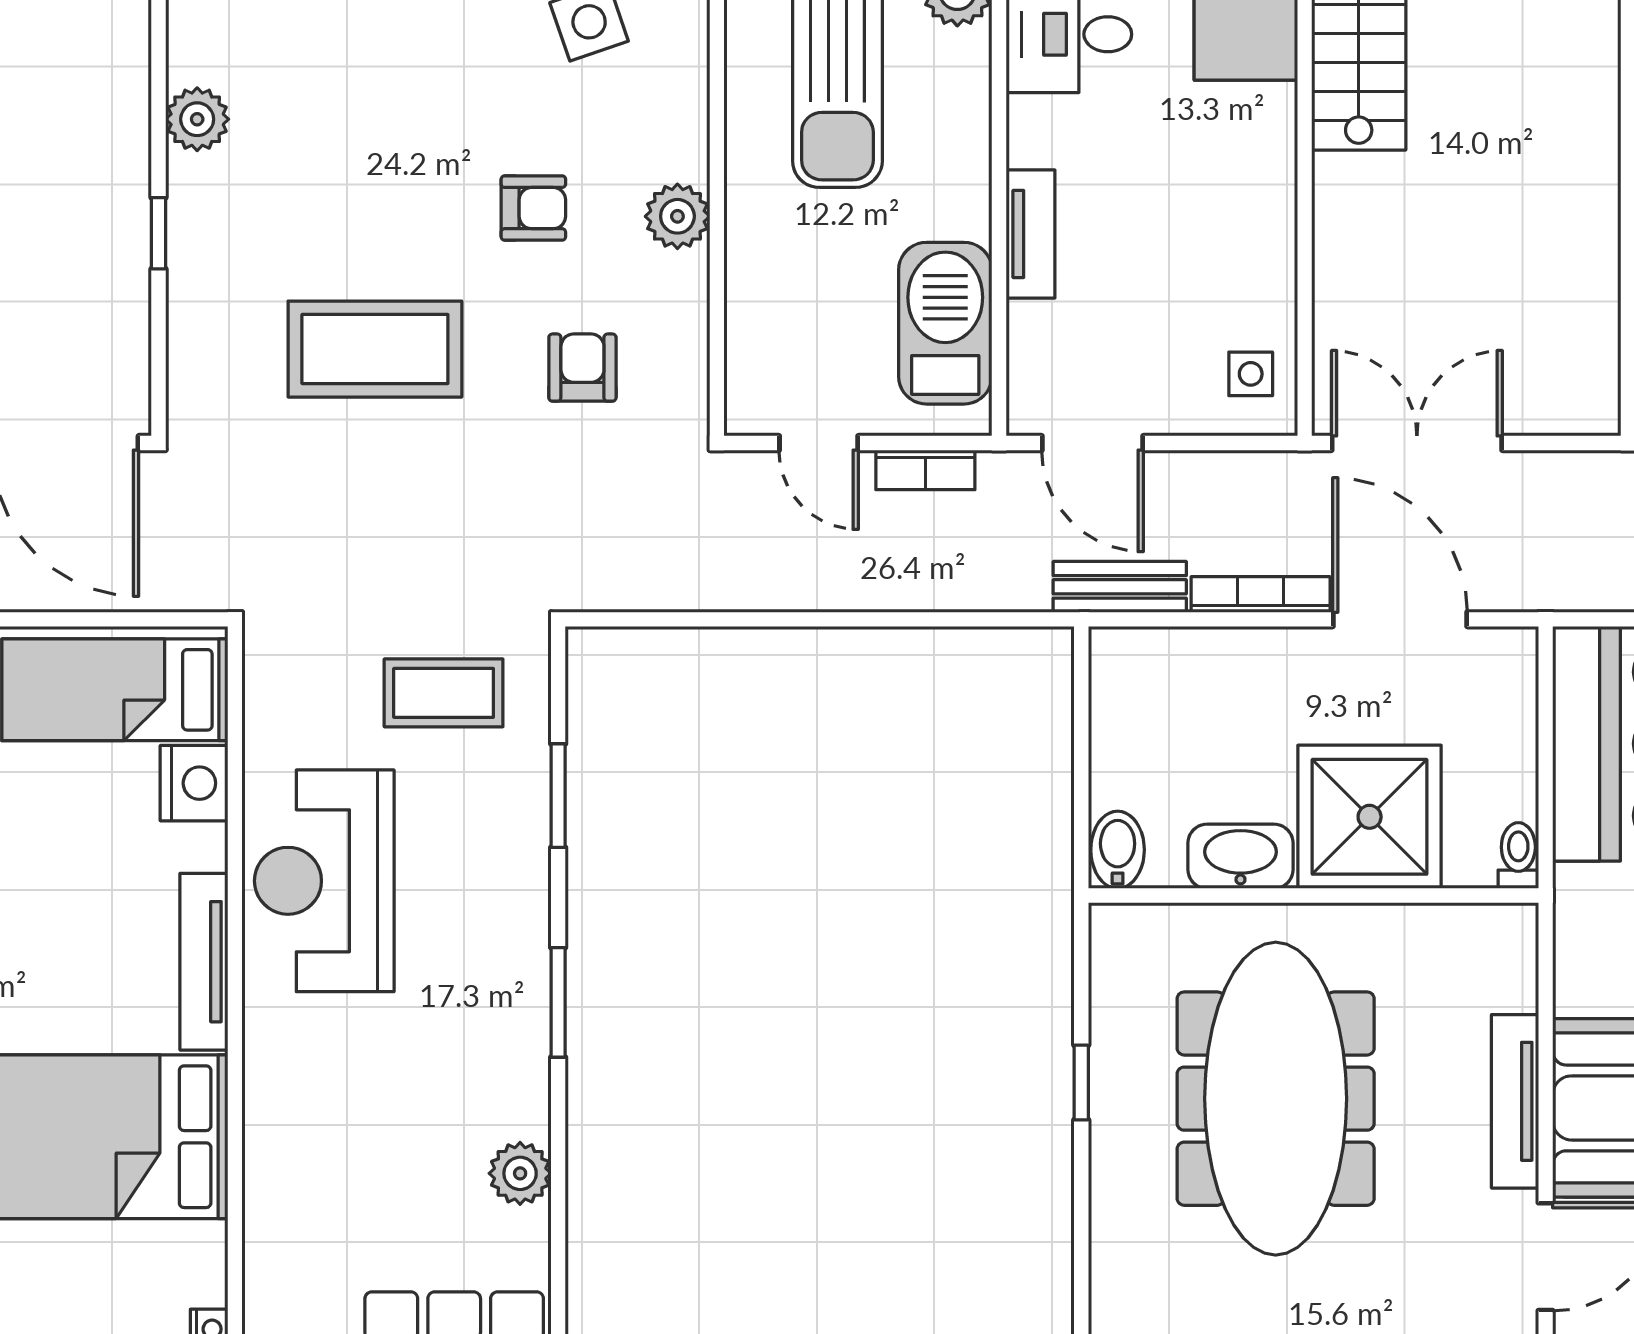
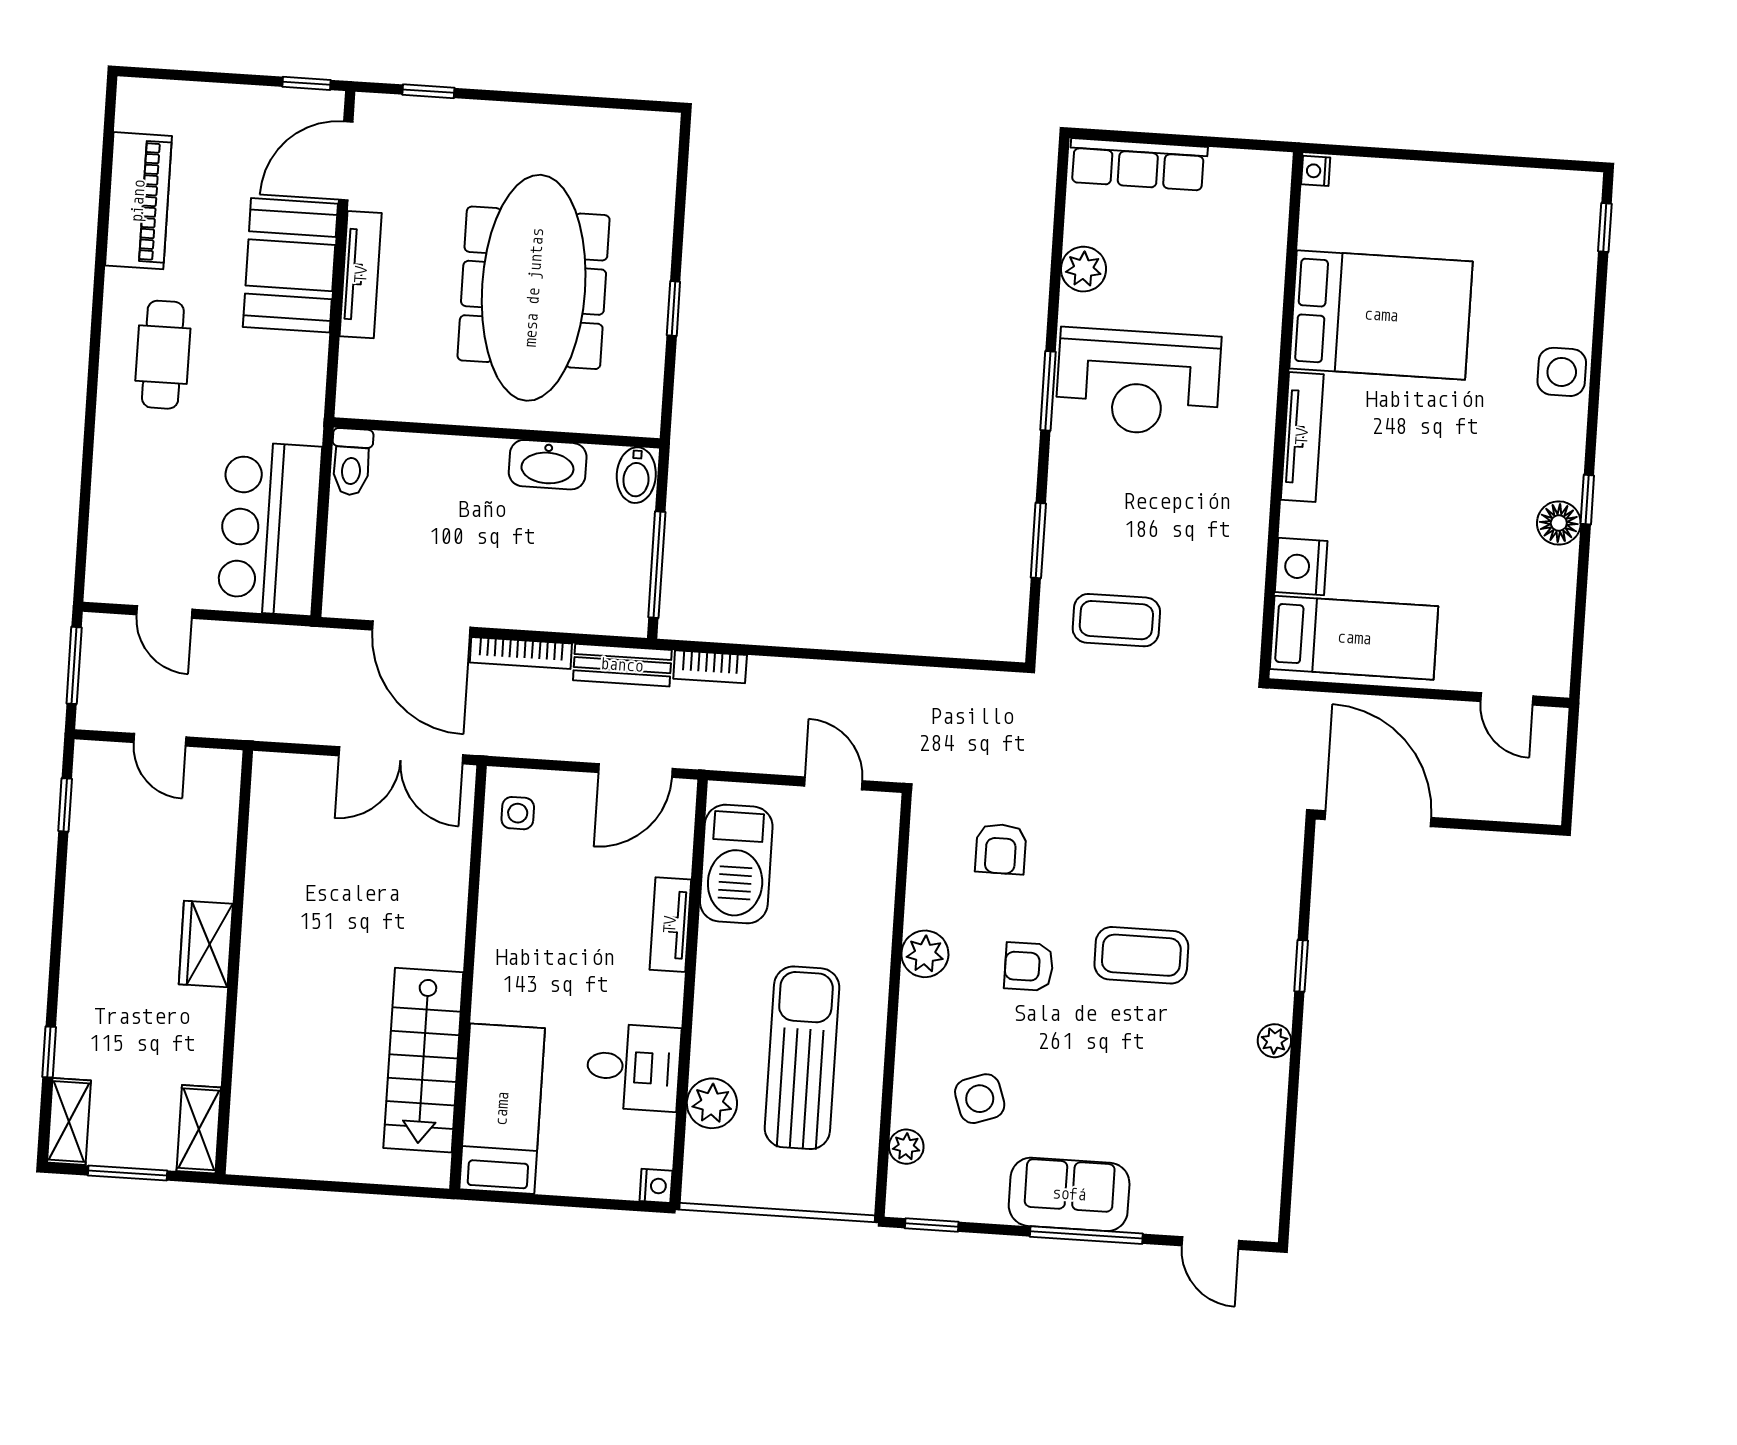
plant: (197, 119) -> (1274, 1041), width x0.73, depth x0.73
coffee table: (375, 349) -> (1141, 955), moved, width x0.73, depth x0.76
door: (1092, 443) -> (635, 771), swing flipped
bookcase: (925, 470) -> (710, 667), moved, turned 180
window: (1081, 728) -> (657, 565), added
shower: (1370, 817) -> (452, 487), removed
toilet: (1518, 856) -> (352, 462), width x1.37, depth x1.39
reception desk: (324, 881) -> (1138, 382), moved, turned 90

